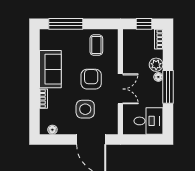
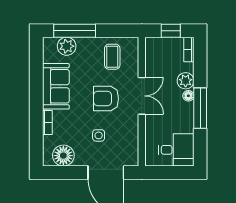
plant: (59, 37) -> (67, 46), added
armchair: (91, 79) -> (106, 99), turned -90
double door: (120, 89) -> (142, 96), moved
side table: (85, 109) -> (99, 135), width x0.54, depth x0.54
floor lamp: (52, 130) -> (63, 156), width x1.89, depth x1.89

